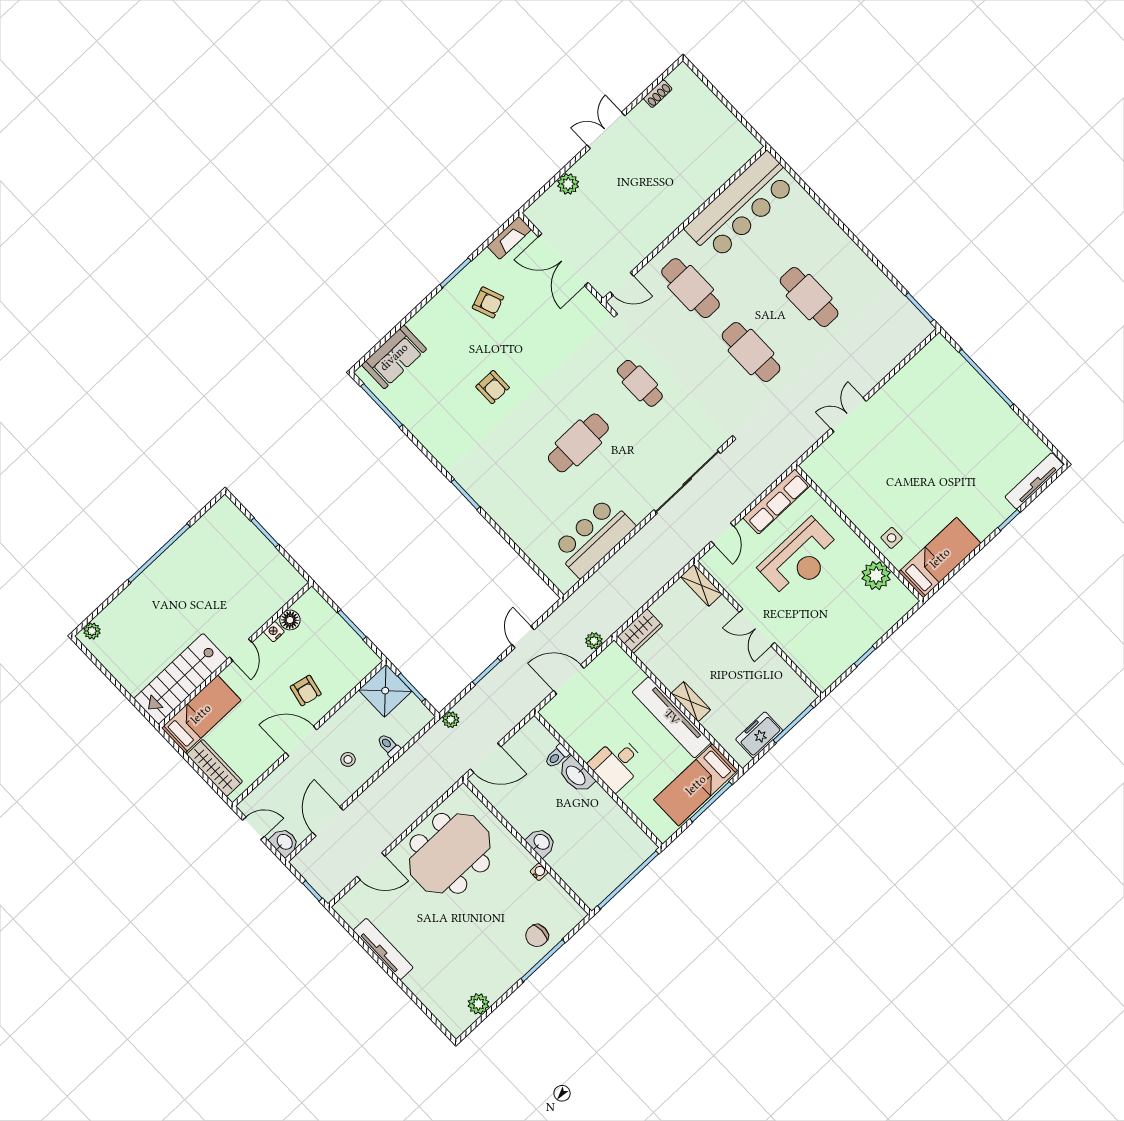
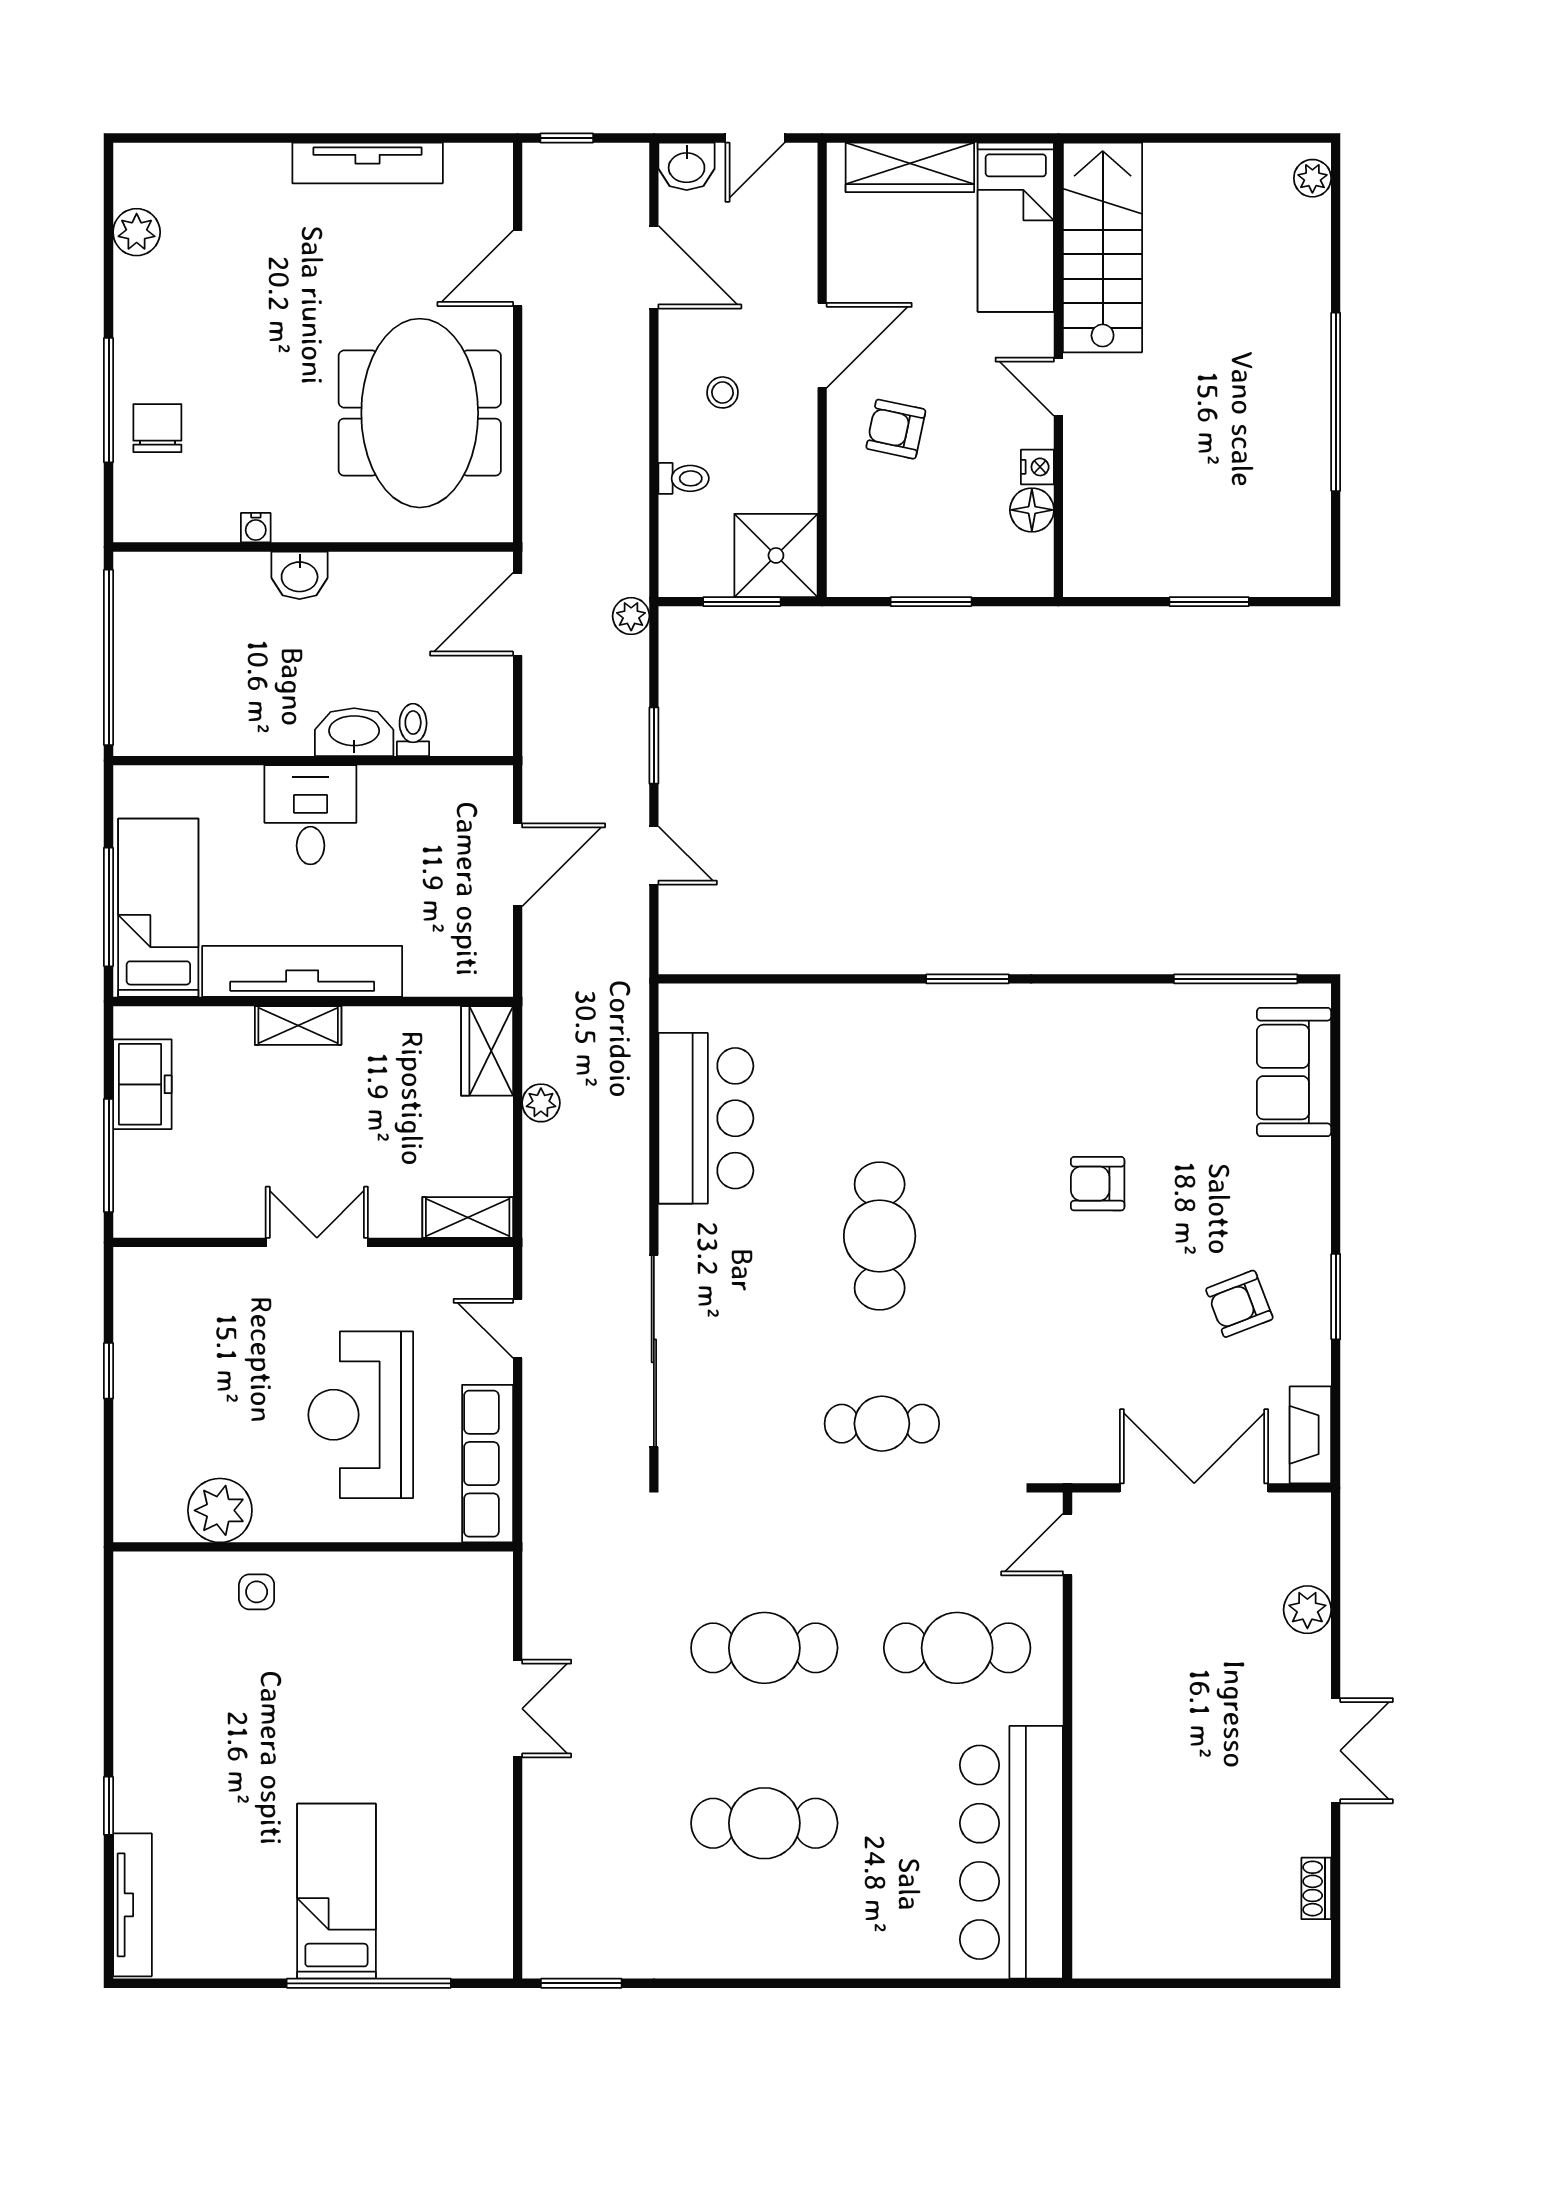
bed: (940, 558) -> (336, 1891), moved, turned 180
plant: (594, 641) -> (541, 1103), moved

